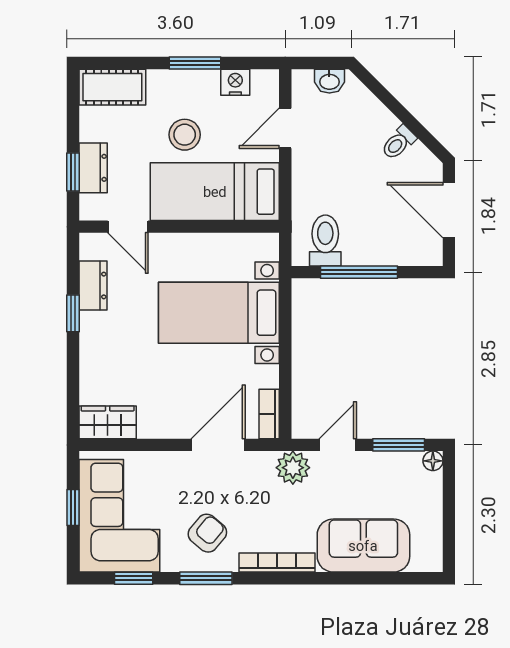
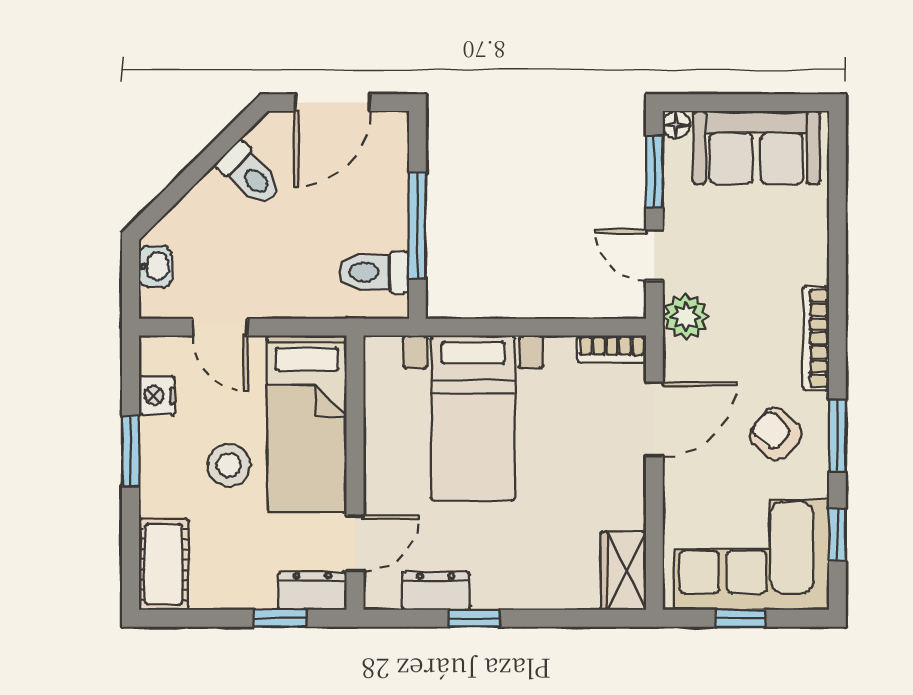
toilet: (399, 143) -> (250, 174), width x1.37, depth x1.39
dresser: (93, 168) -> (312, 591), moved
door: (218, 445) -> (654, 419), swing flipped
sofa: (363, 546) -> (756, 148), moved, turned -90

